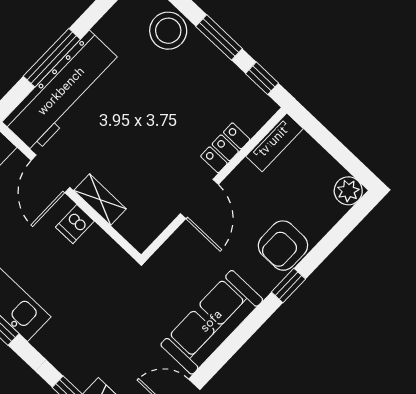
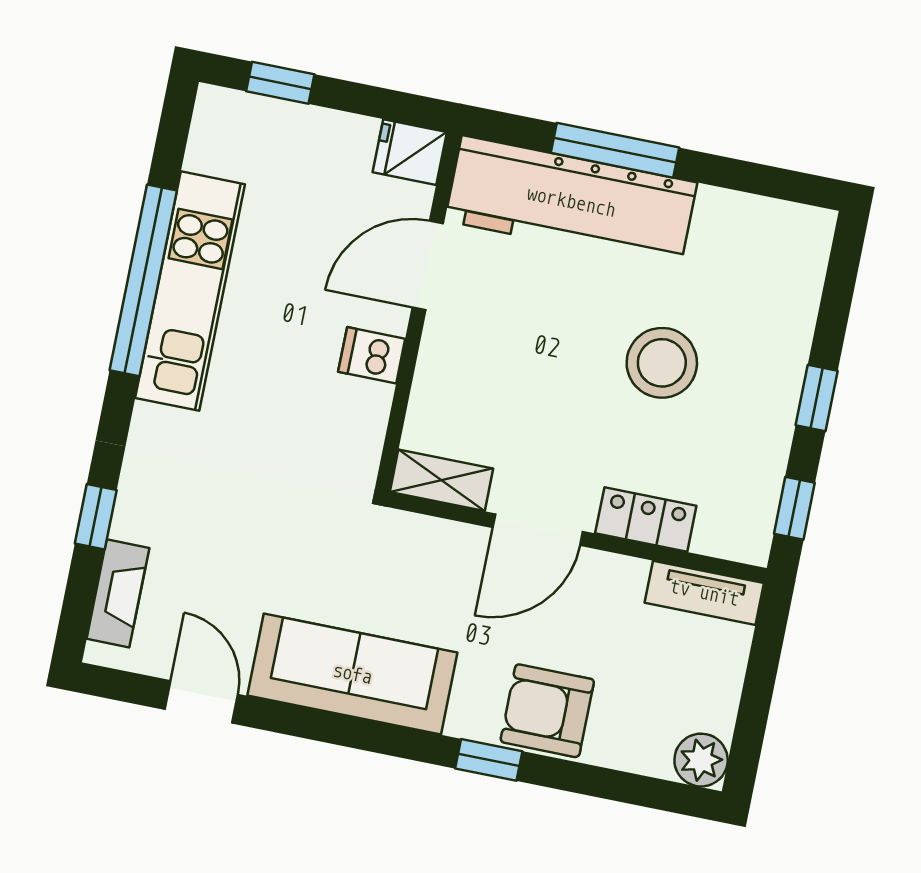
stool: (168, 31) -> (662, 363), moved
window: (219, 37) -> (817, 398), width x0.67
shelving: (100, 200) -> (441, 480), moved, turned 90

